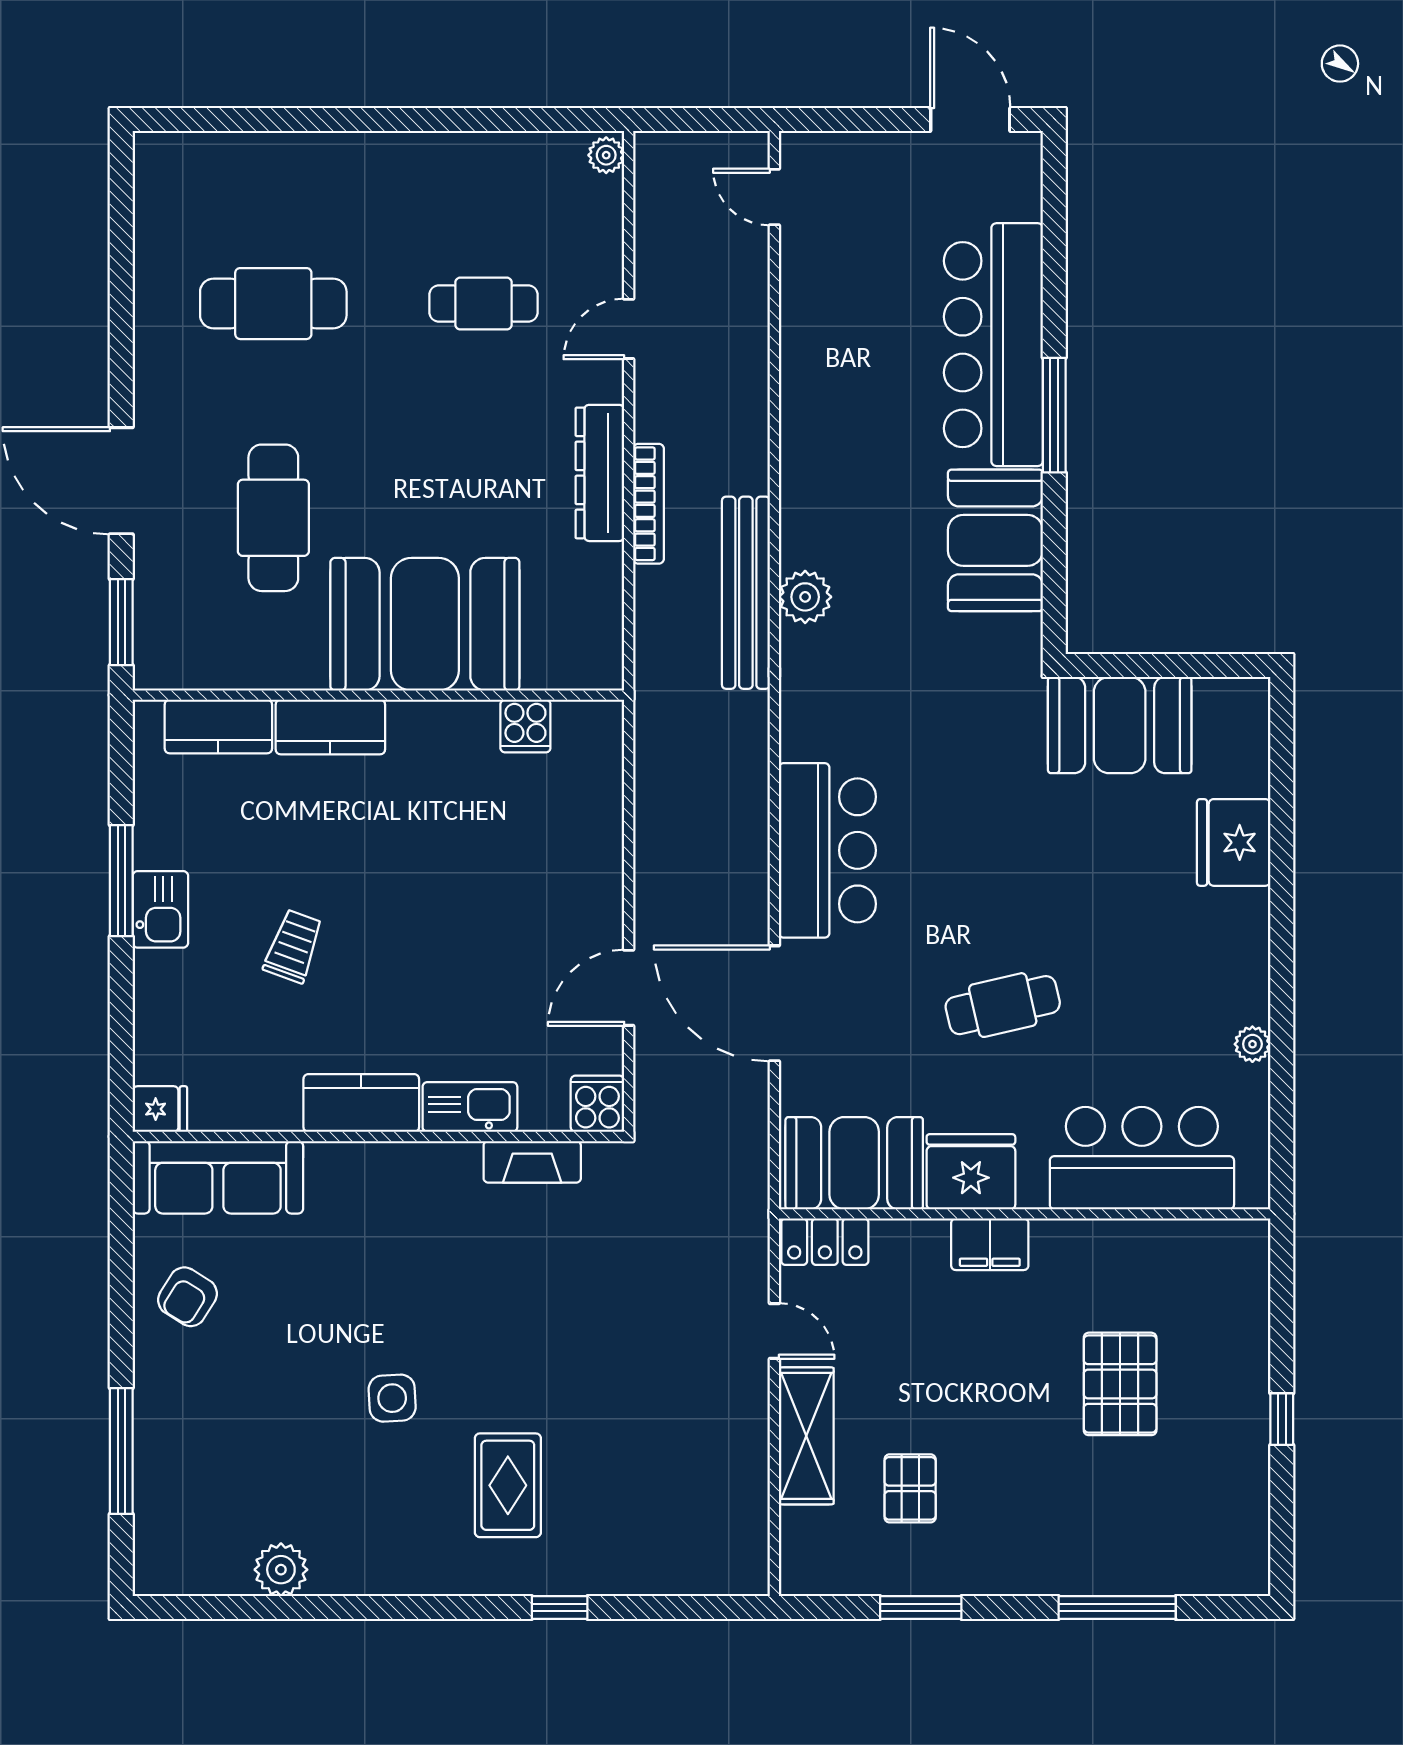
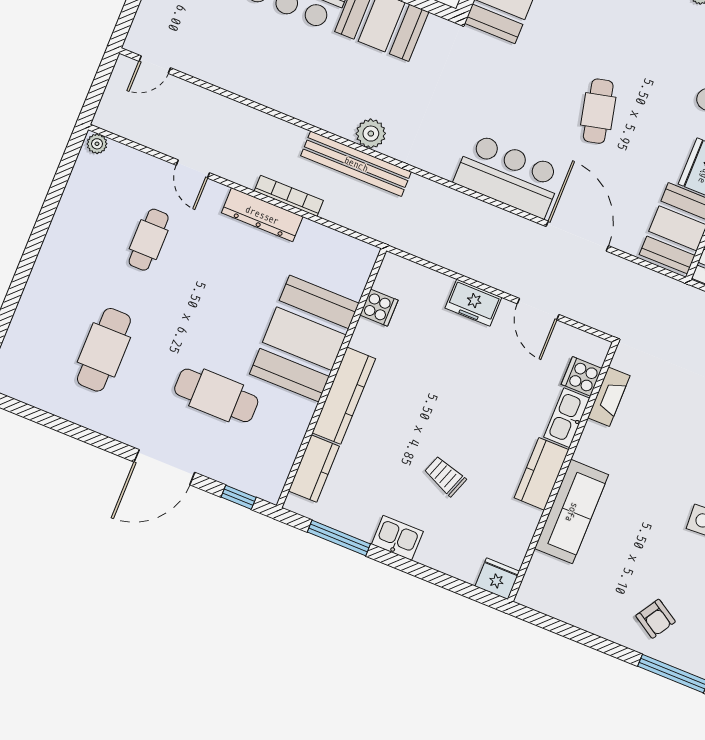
window: (121, 622) -> (239, 497), width x0.67
kitchen counter: (330, 727) -> (344, 396), width x1.50
freezer: (596, 877) -> (473, 303), added
window: (121, 881) -> (339, 538), moved
door: (774, 1003) -> (577, 236), swing flipped
cafe table: (1003, 1005) -> (598, 111), moved
cooker: (597, 1104) -> (582, 376), moved
fridge: (160, 1109) -> (497, 579), width x1.38
sofa: (218, 1177) -> (572, 512), moved
armchair: (187, 1297) -> (656, 619), moved

